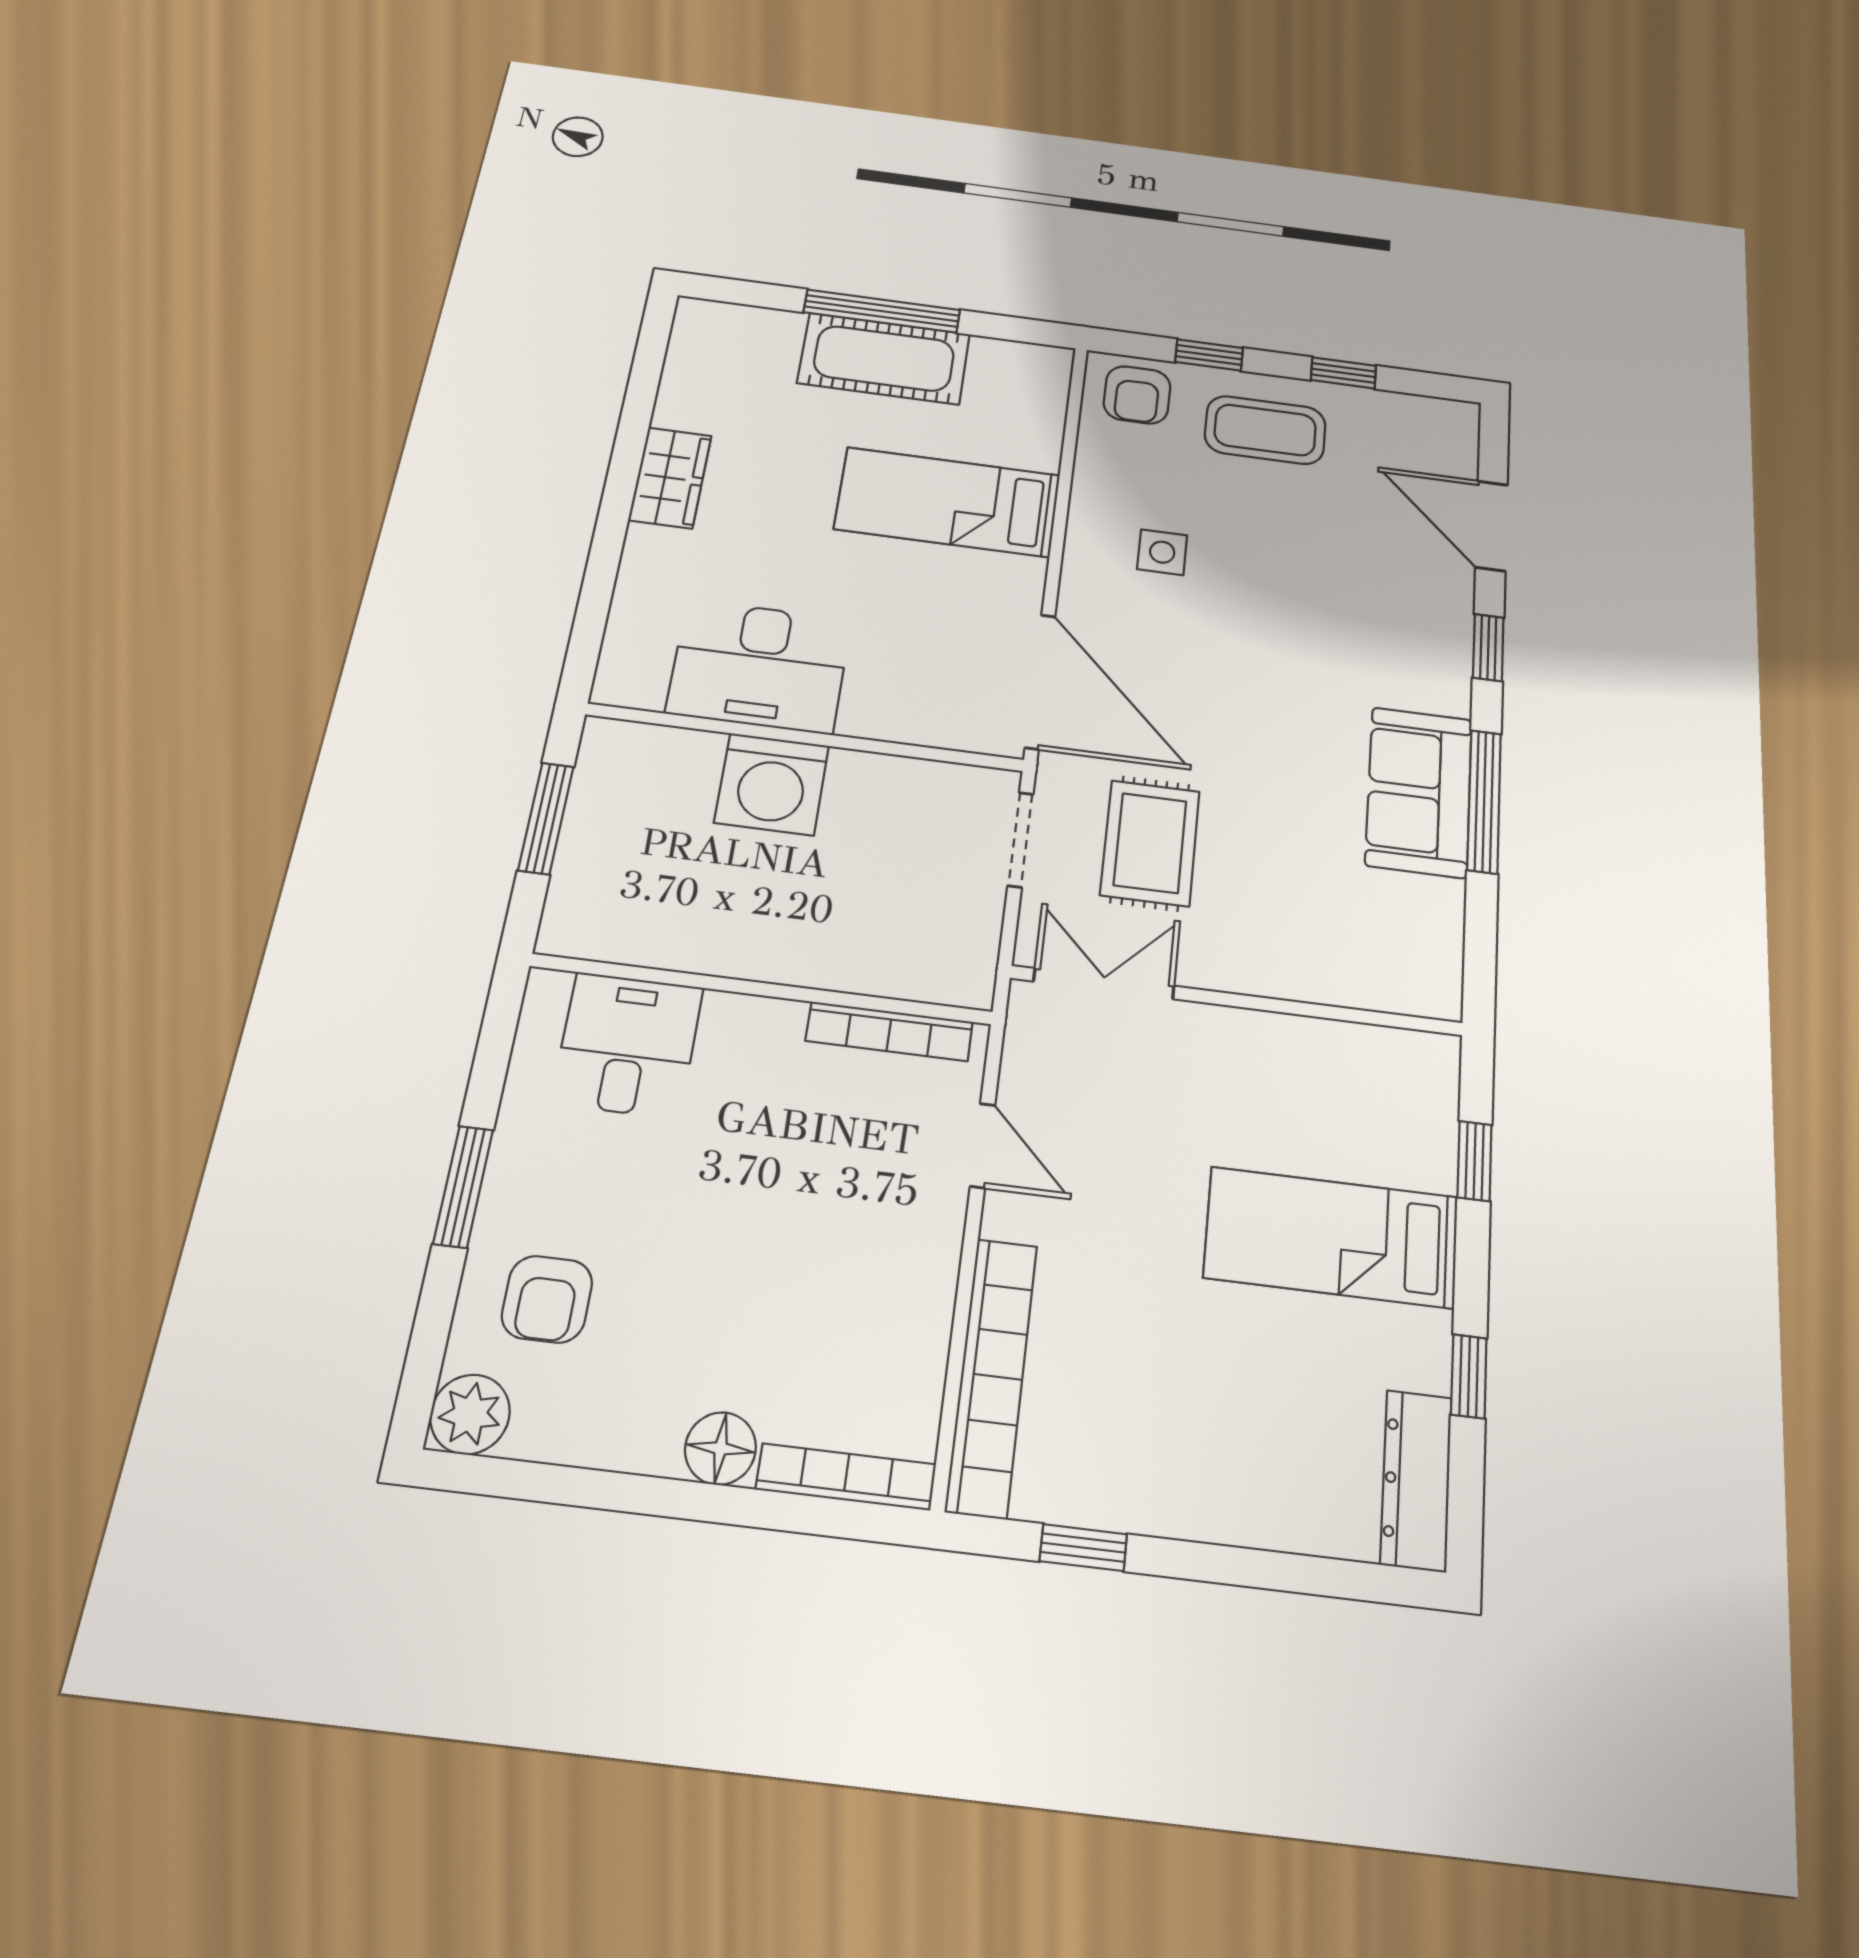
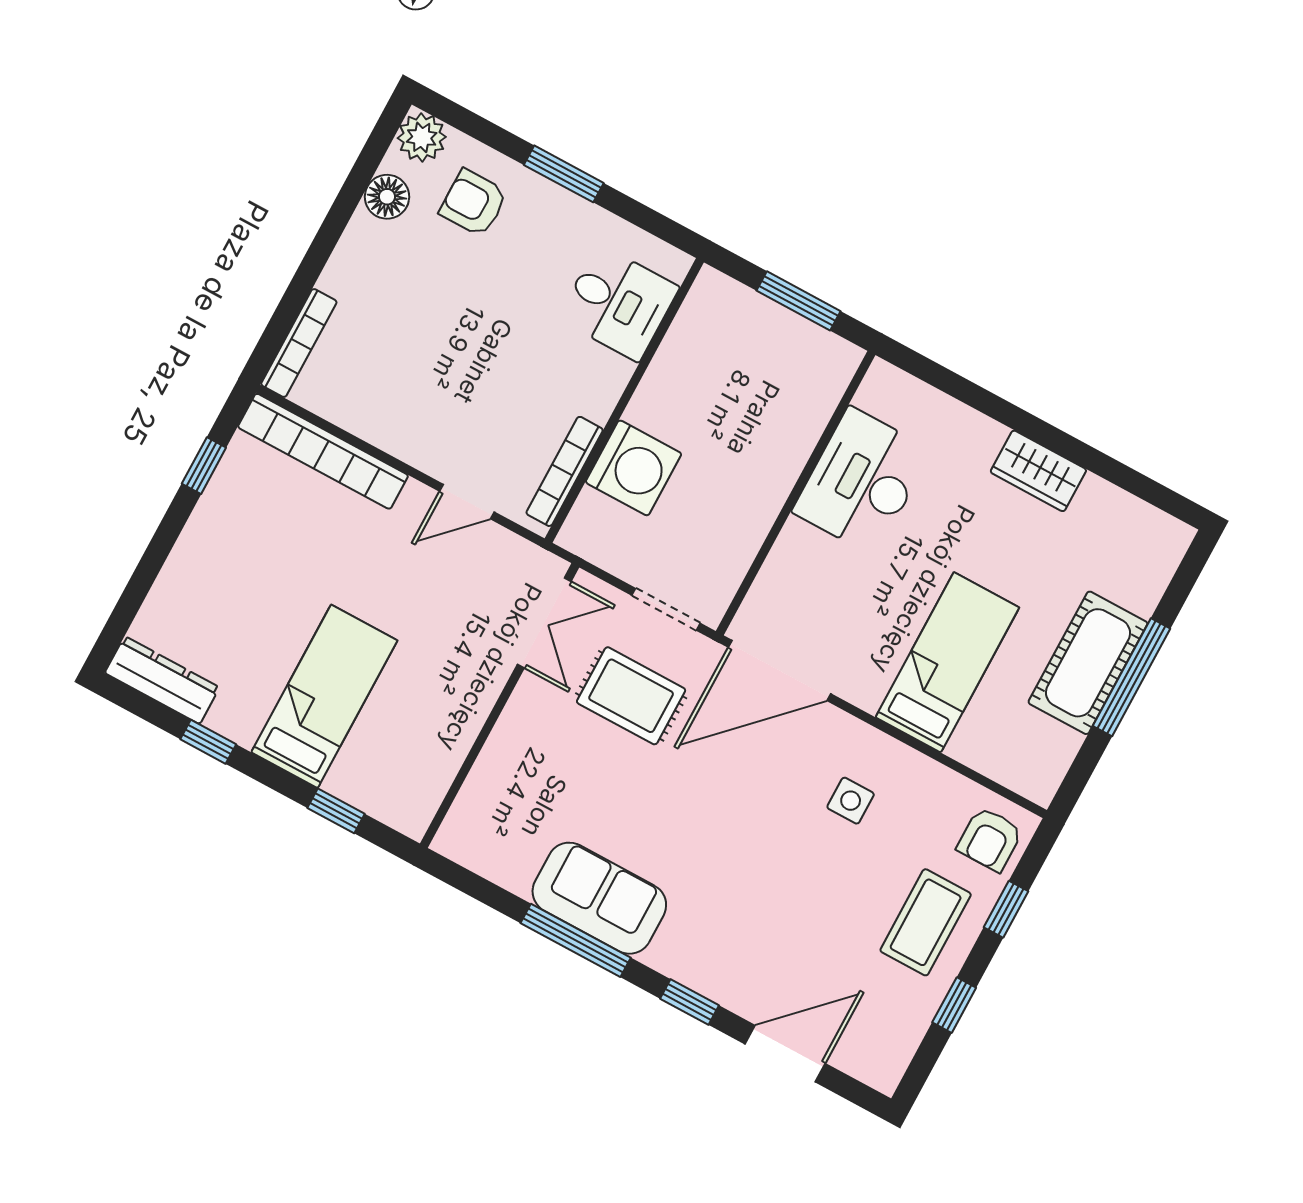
armchair: (1137, 395) -> (990, 839), turned -90
washing machine: (772, 784) -> (634, 468), moved, turned 180
floor lamp: (720, 1448) -> (387, 197), moved

